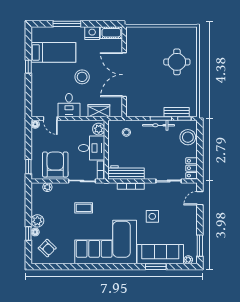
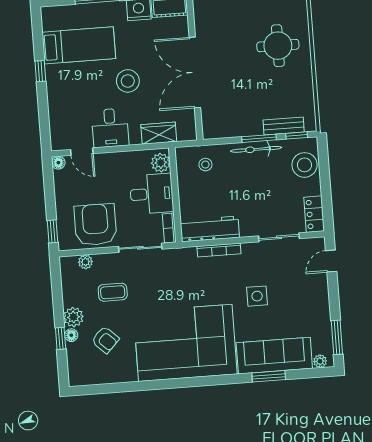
coffee table: (84, 208) -> (113, 292), moved
armchair: (47, 248) -> (105, 340), moved

